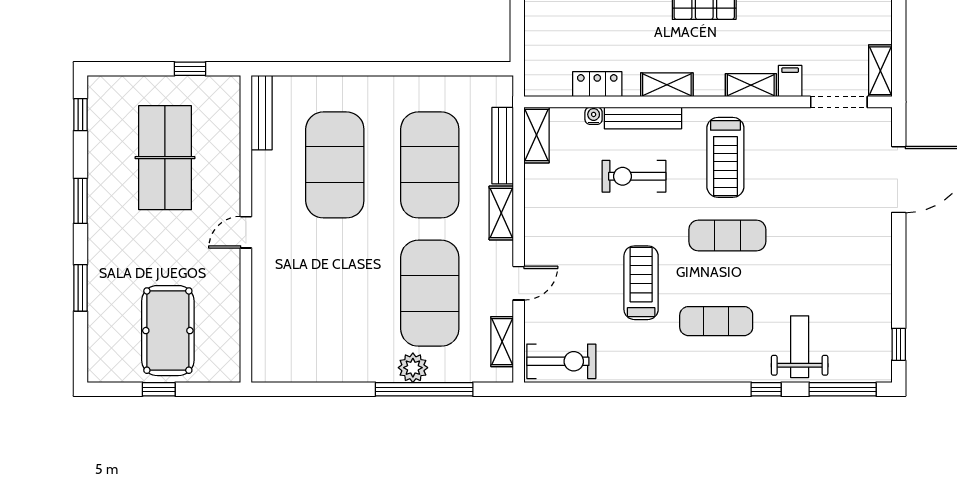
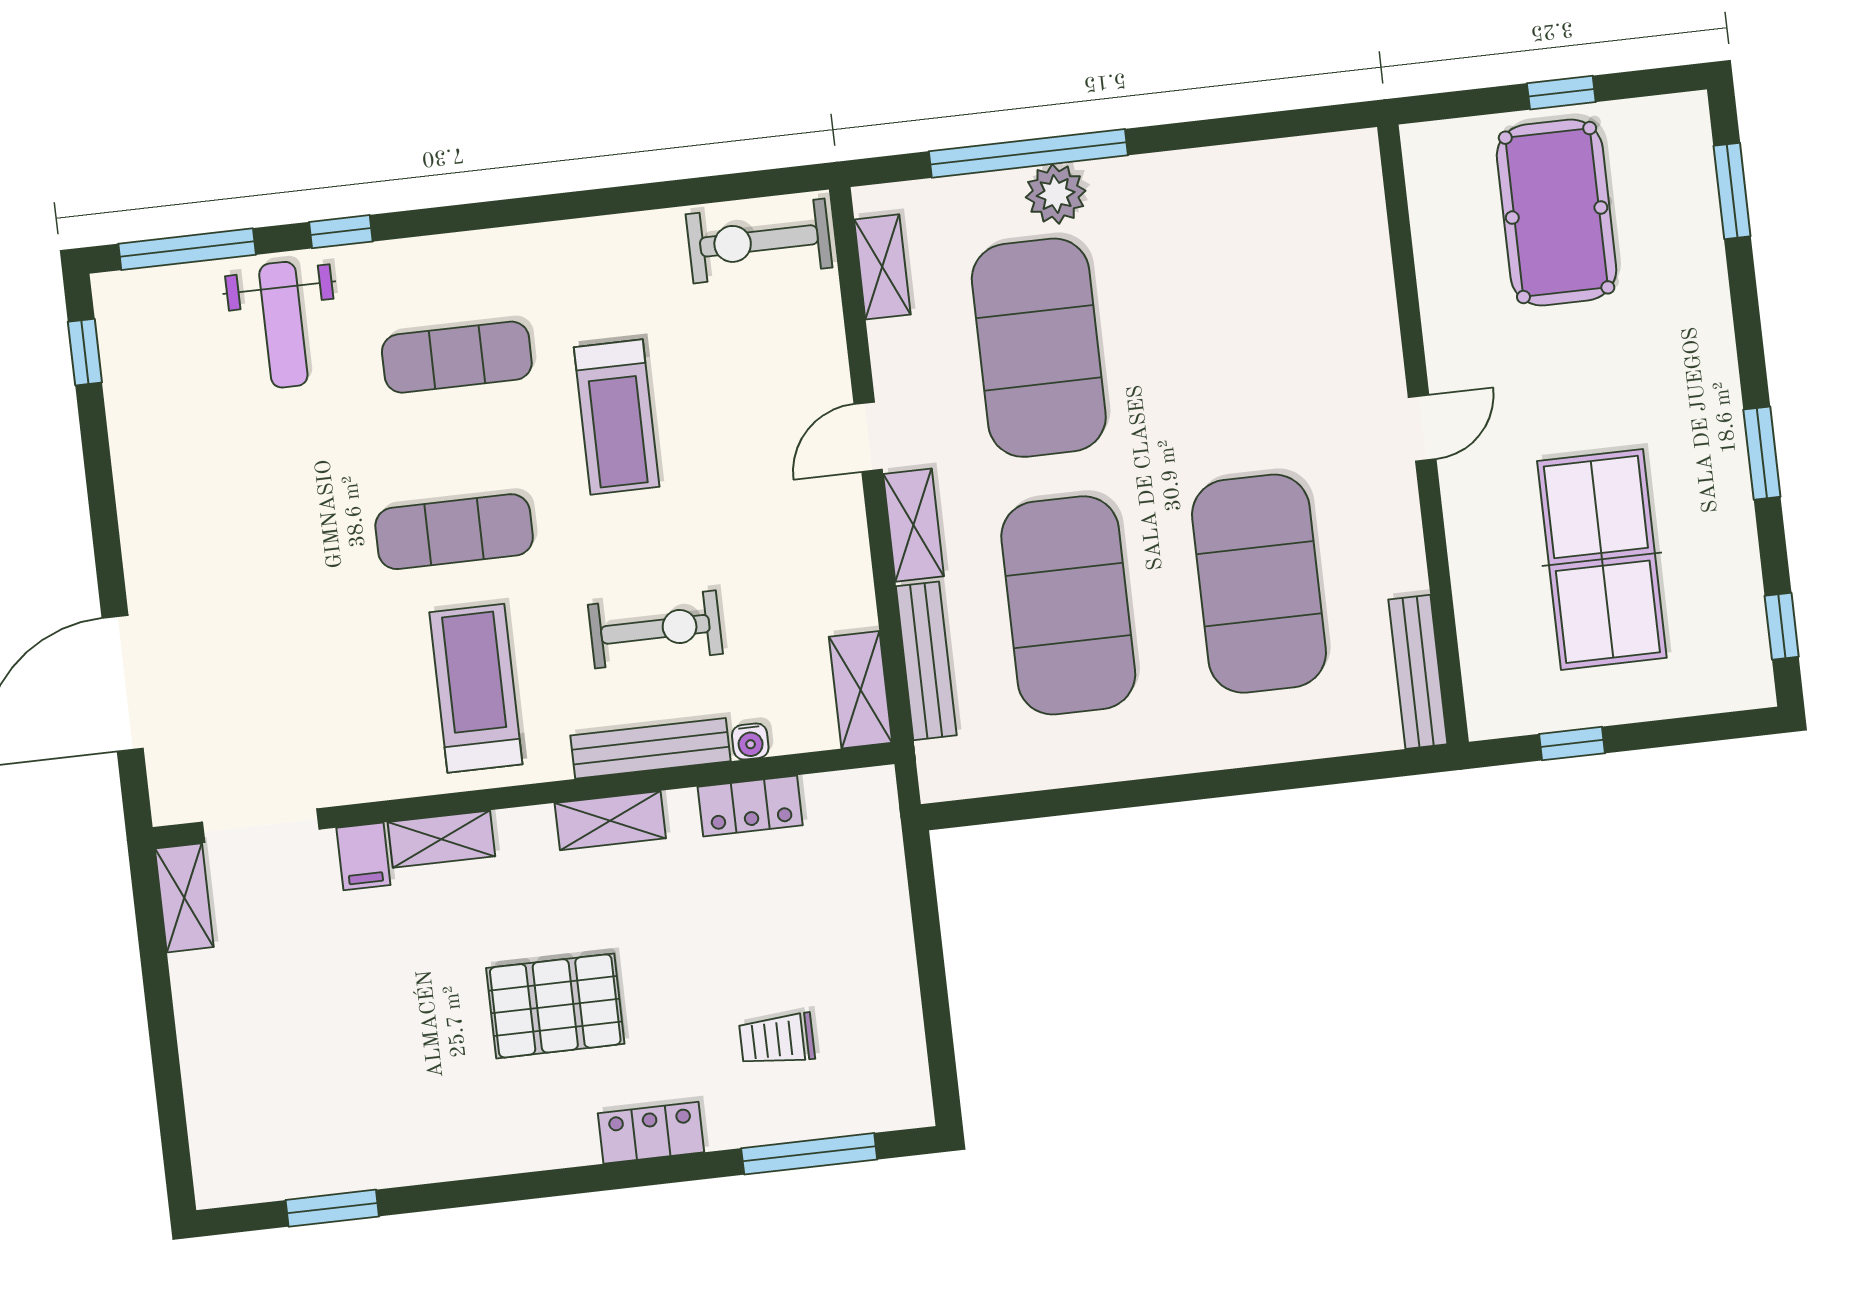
door: (519, 283) -> (868, 437), moved
window: (80, 288) -> (1732, 191), moved

